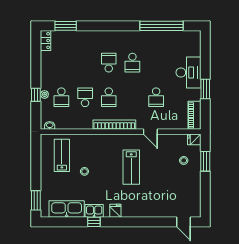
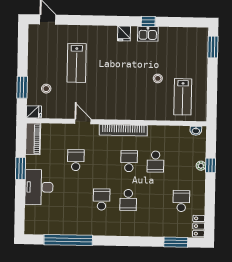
school desk: (61, 97) -> (181, 201), moved
lab bench: (131, 167) -> (77, 63), moved, turned 180
kitchen sink: (67, 209) -> (179, 37), removed

